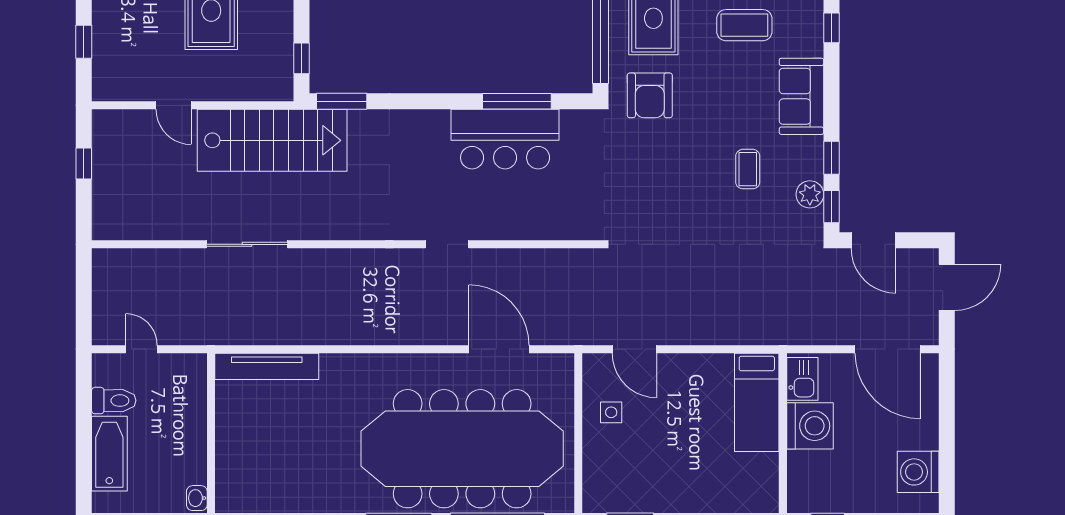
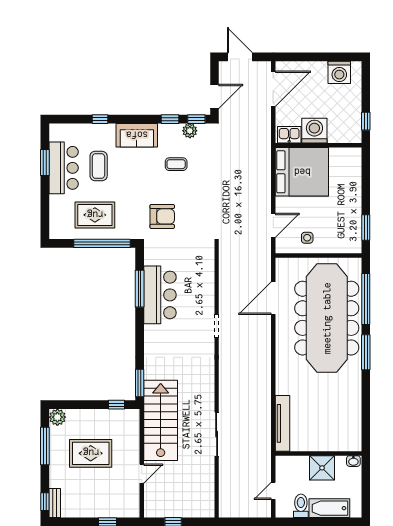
armchair: (650, 95) -> (162, 216), moved
bed: (757, 402) -> (302, 172), width x2.04
shower: (184, 440) -> (322, 468), added

